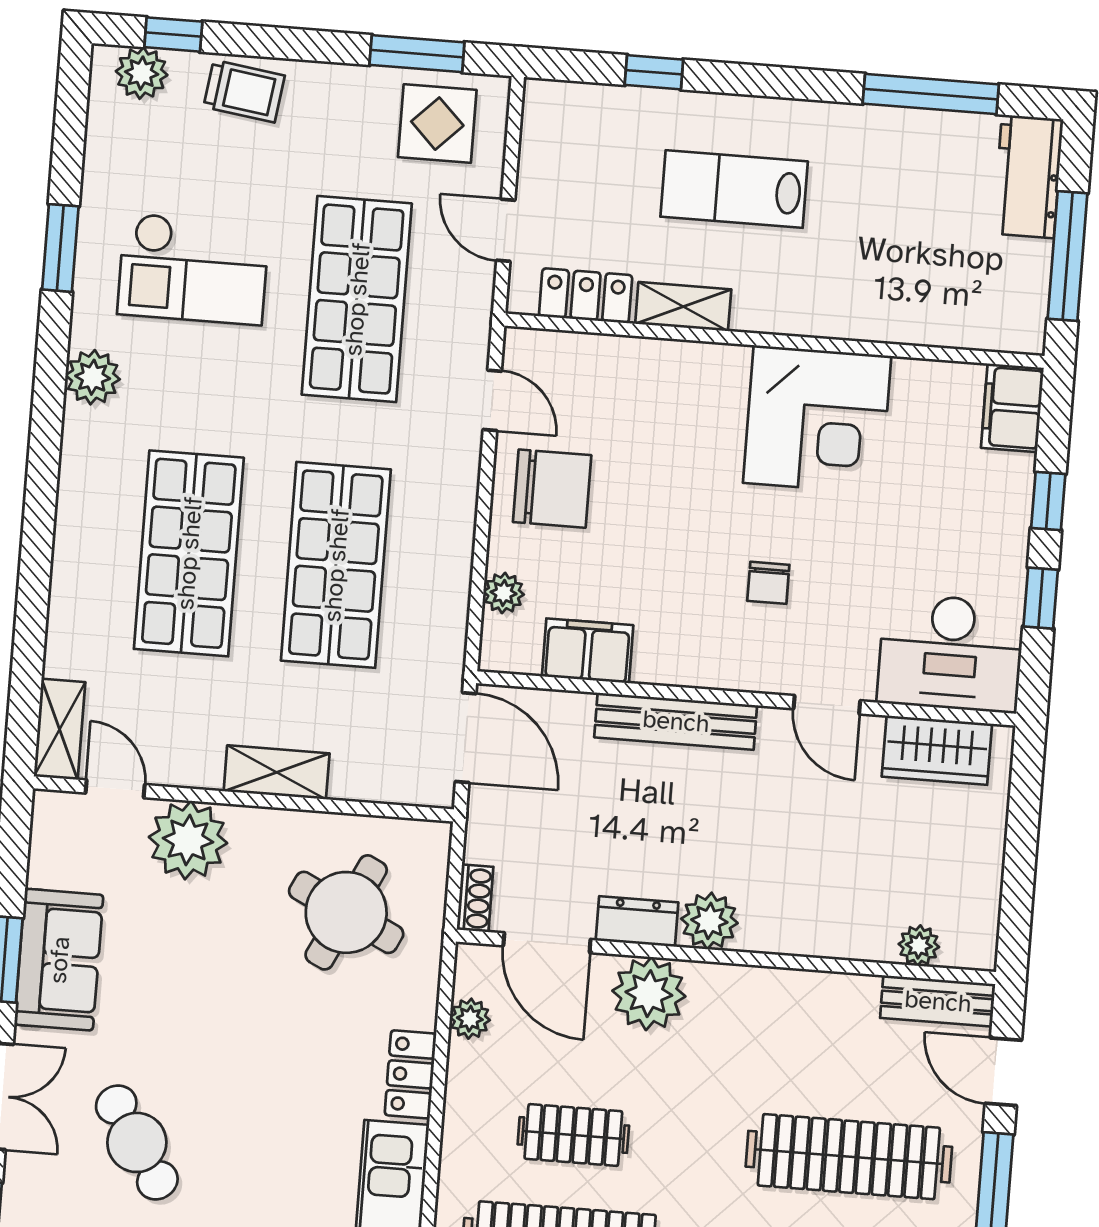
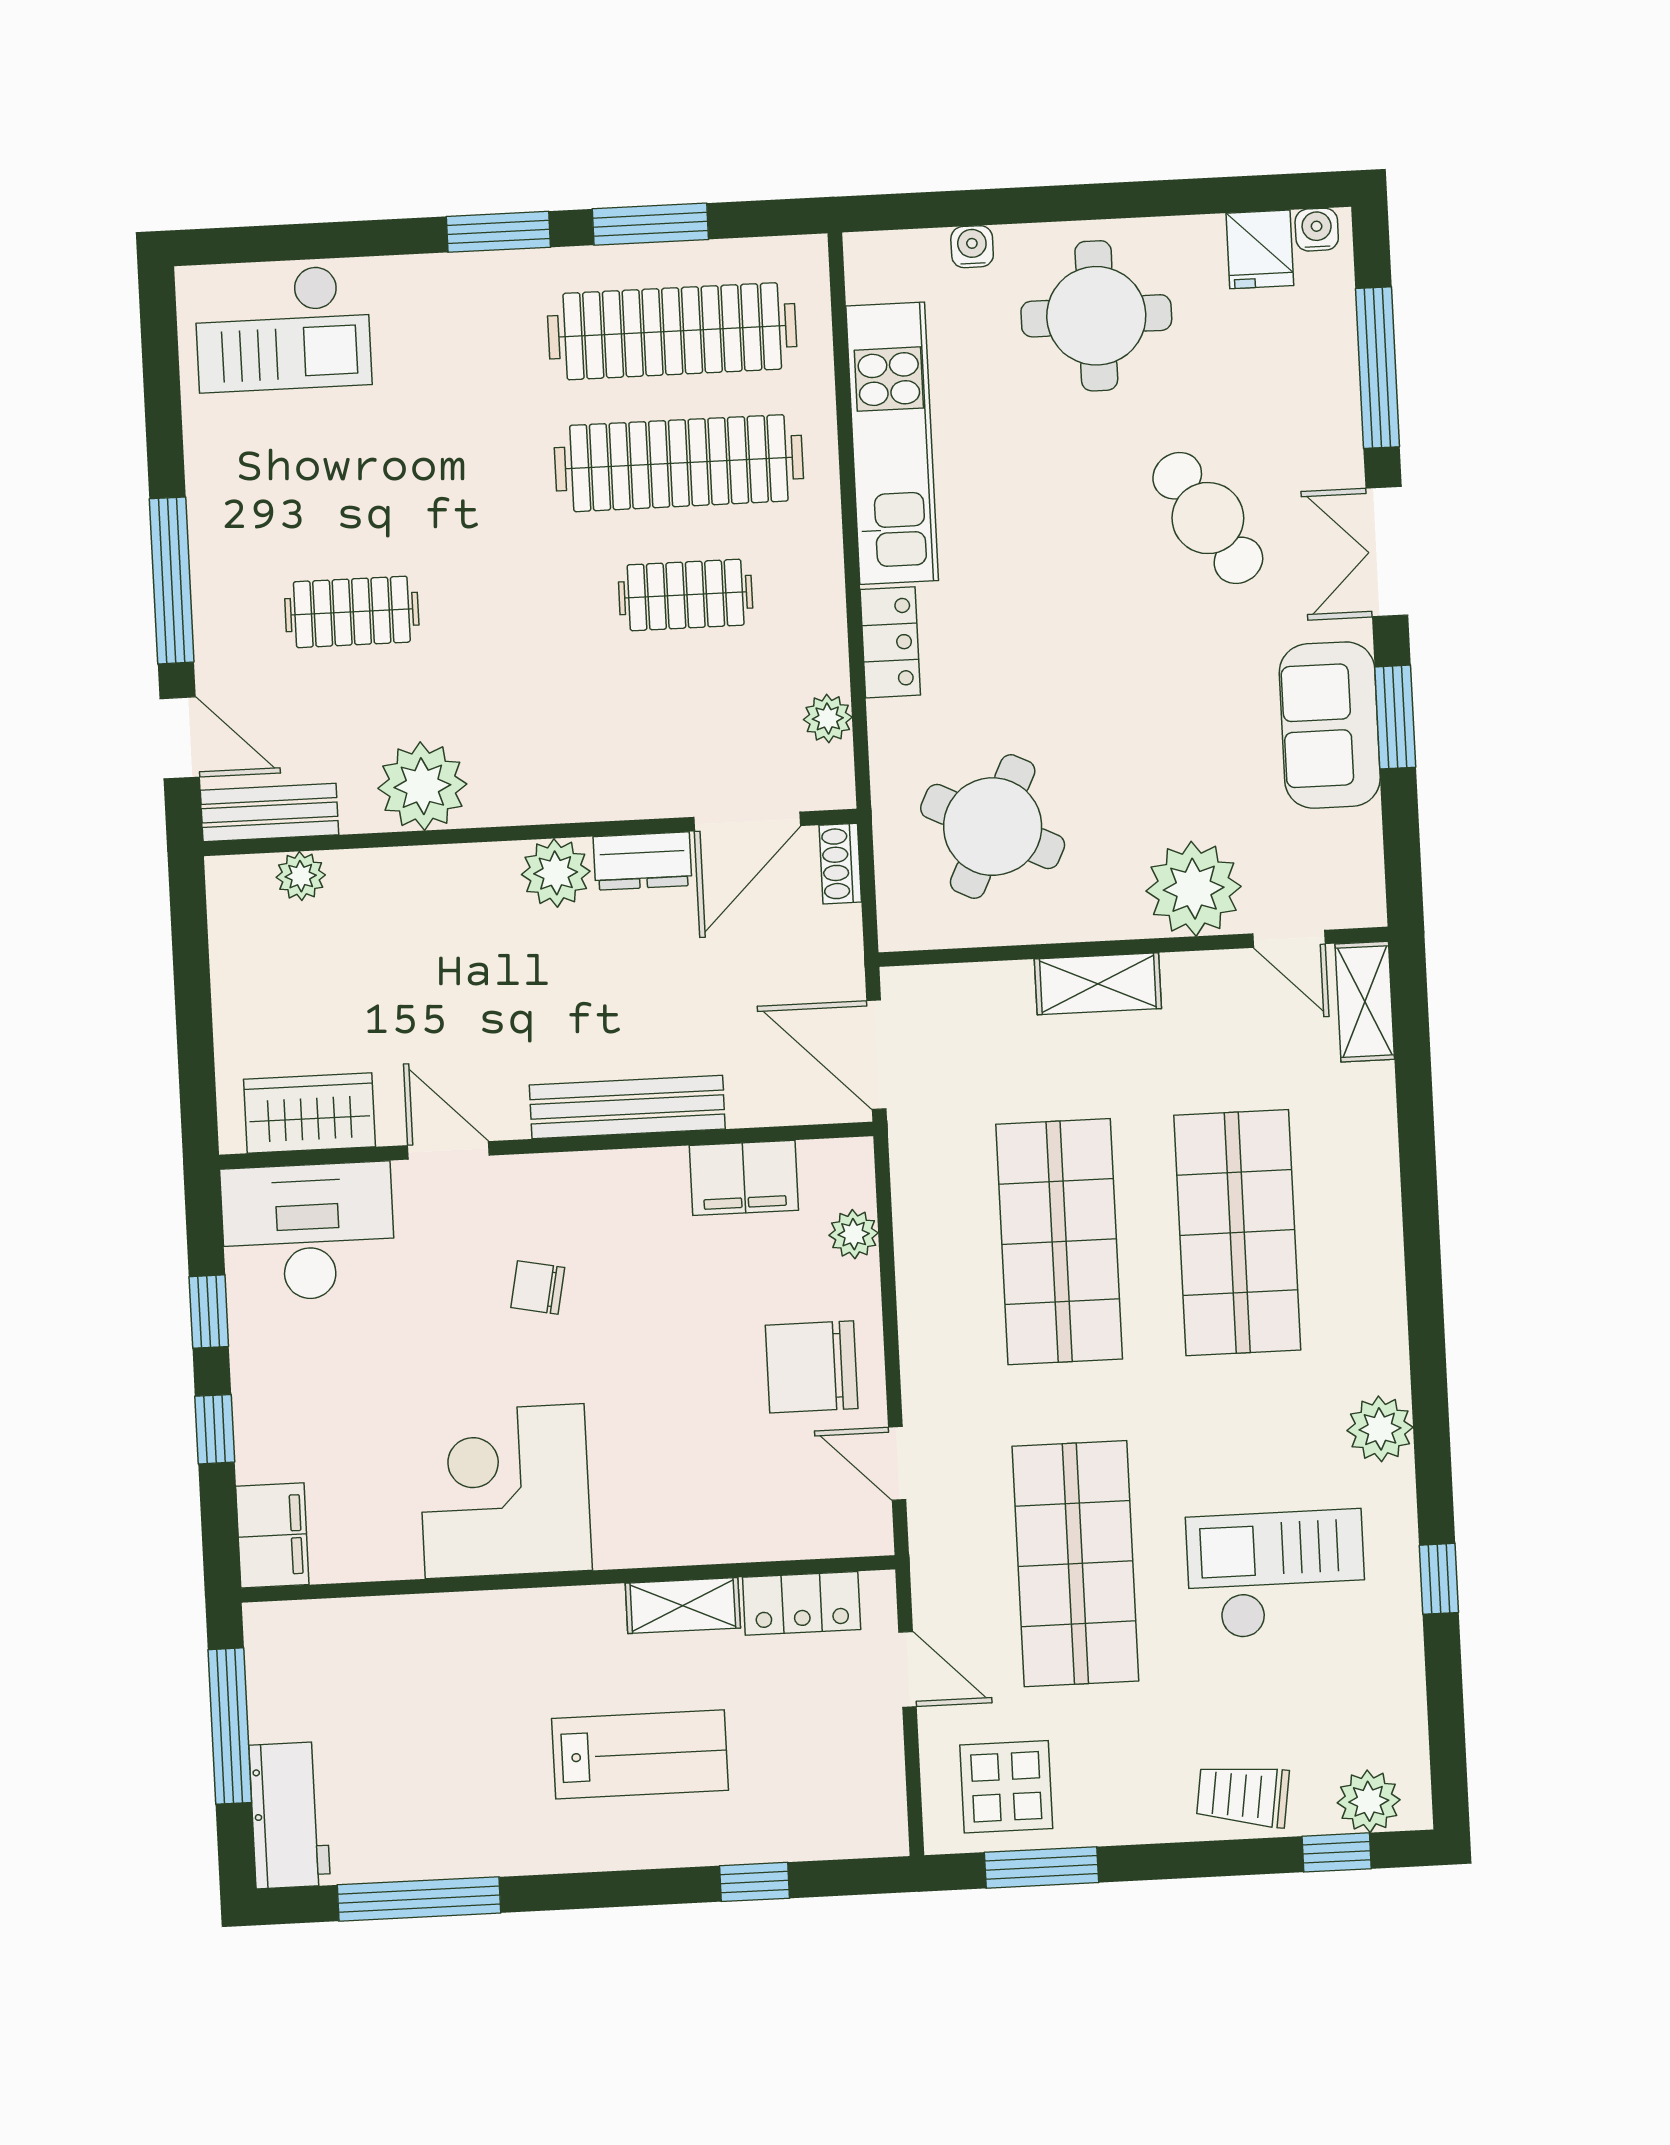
window: (60, 248) -> (1439, 1579), width x0.67
chair: (768, 583) -> (538, 1288), turned -79
door: (547, 943) -> (747, 821), swing flipped
plant: (649, 994) -> (422, 786), moved
clothes rail: (849, 1157) -> (352, 612), width x0.54, depth x0.76

